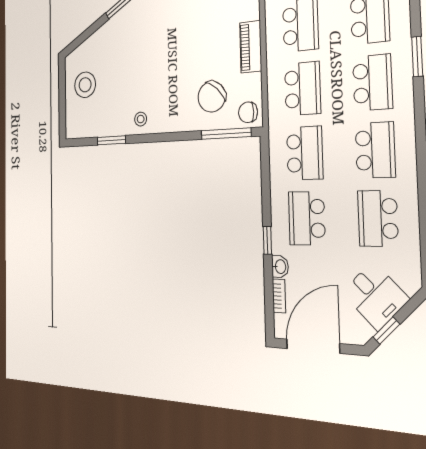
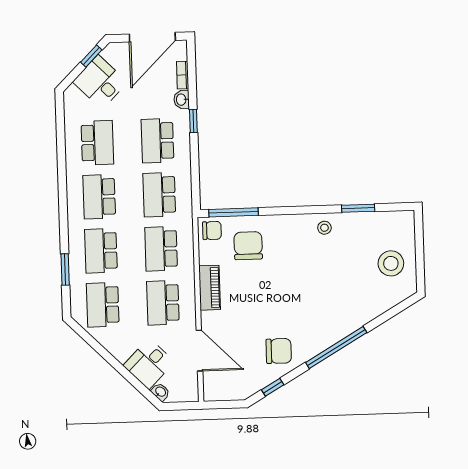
chair: (212, 97) -> (248, 246), turned -43
school desk: (307, 218) -> (157, 141), turned 180

